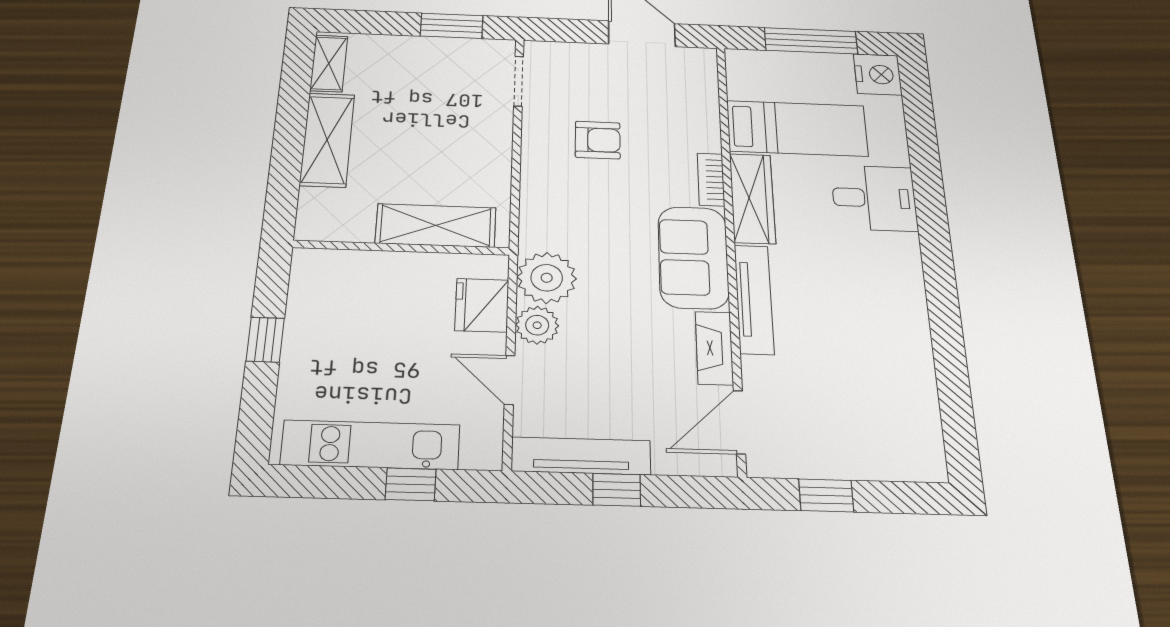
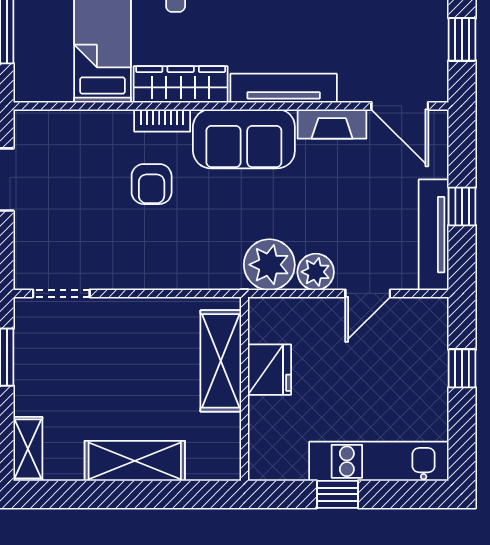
shelving: (329, 63) -> (28, 449), moved, turned 90
armchair: (598, 140) -> (152, 184), moved, turned 180
fridge: (482, 305) -> (269, 370), moved, turned -90
kitchen unit: (371, 445) -> (379, 461), moved, turned 90

